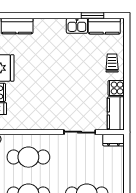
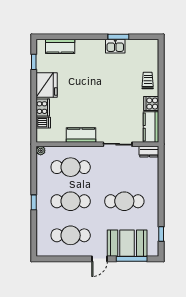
window: (92, 16) -> (118, 37), moved
kitchen counter: (104, 26) -> (81, 135), moved, turned 180

